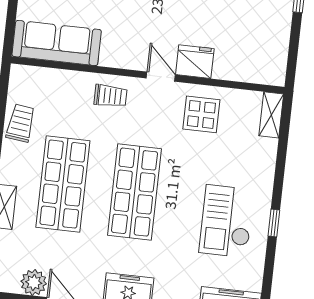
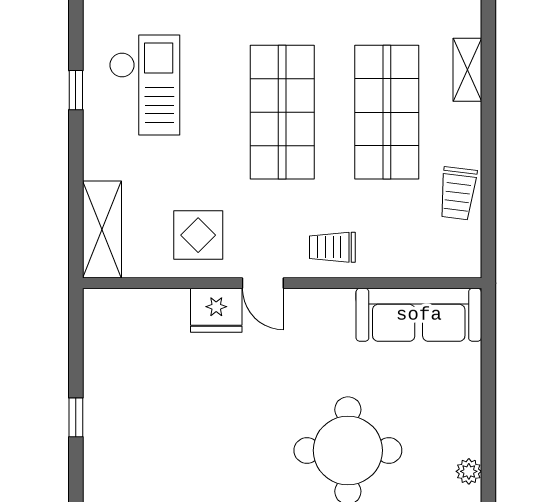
shelving: (271, 115) -> (102, 230), width x1.50, depth x1.33

